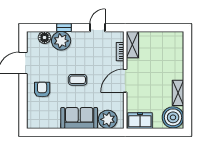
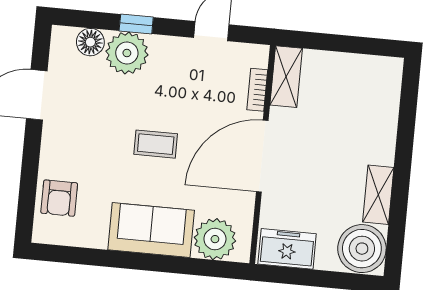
door: (125, 81) -> (262, 156), width x1.36
armchair: (42, 90) -> (59, 198), moved, turned 180

